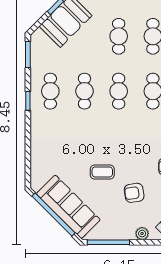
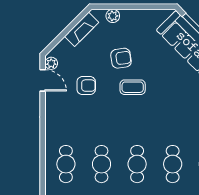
coffee table: (102, 172) -> (133, 87), moved
window: (108, 242) -> (148, 7), removed

